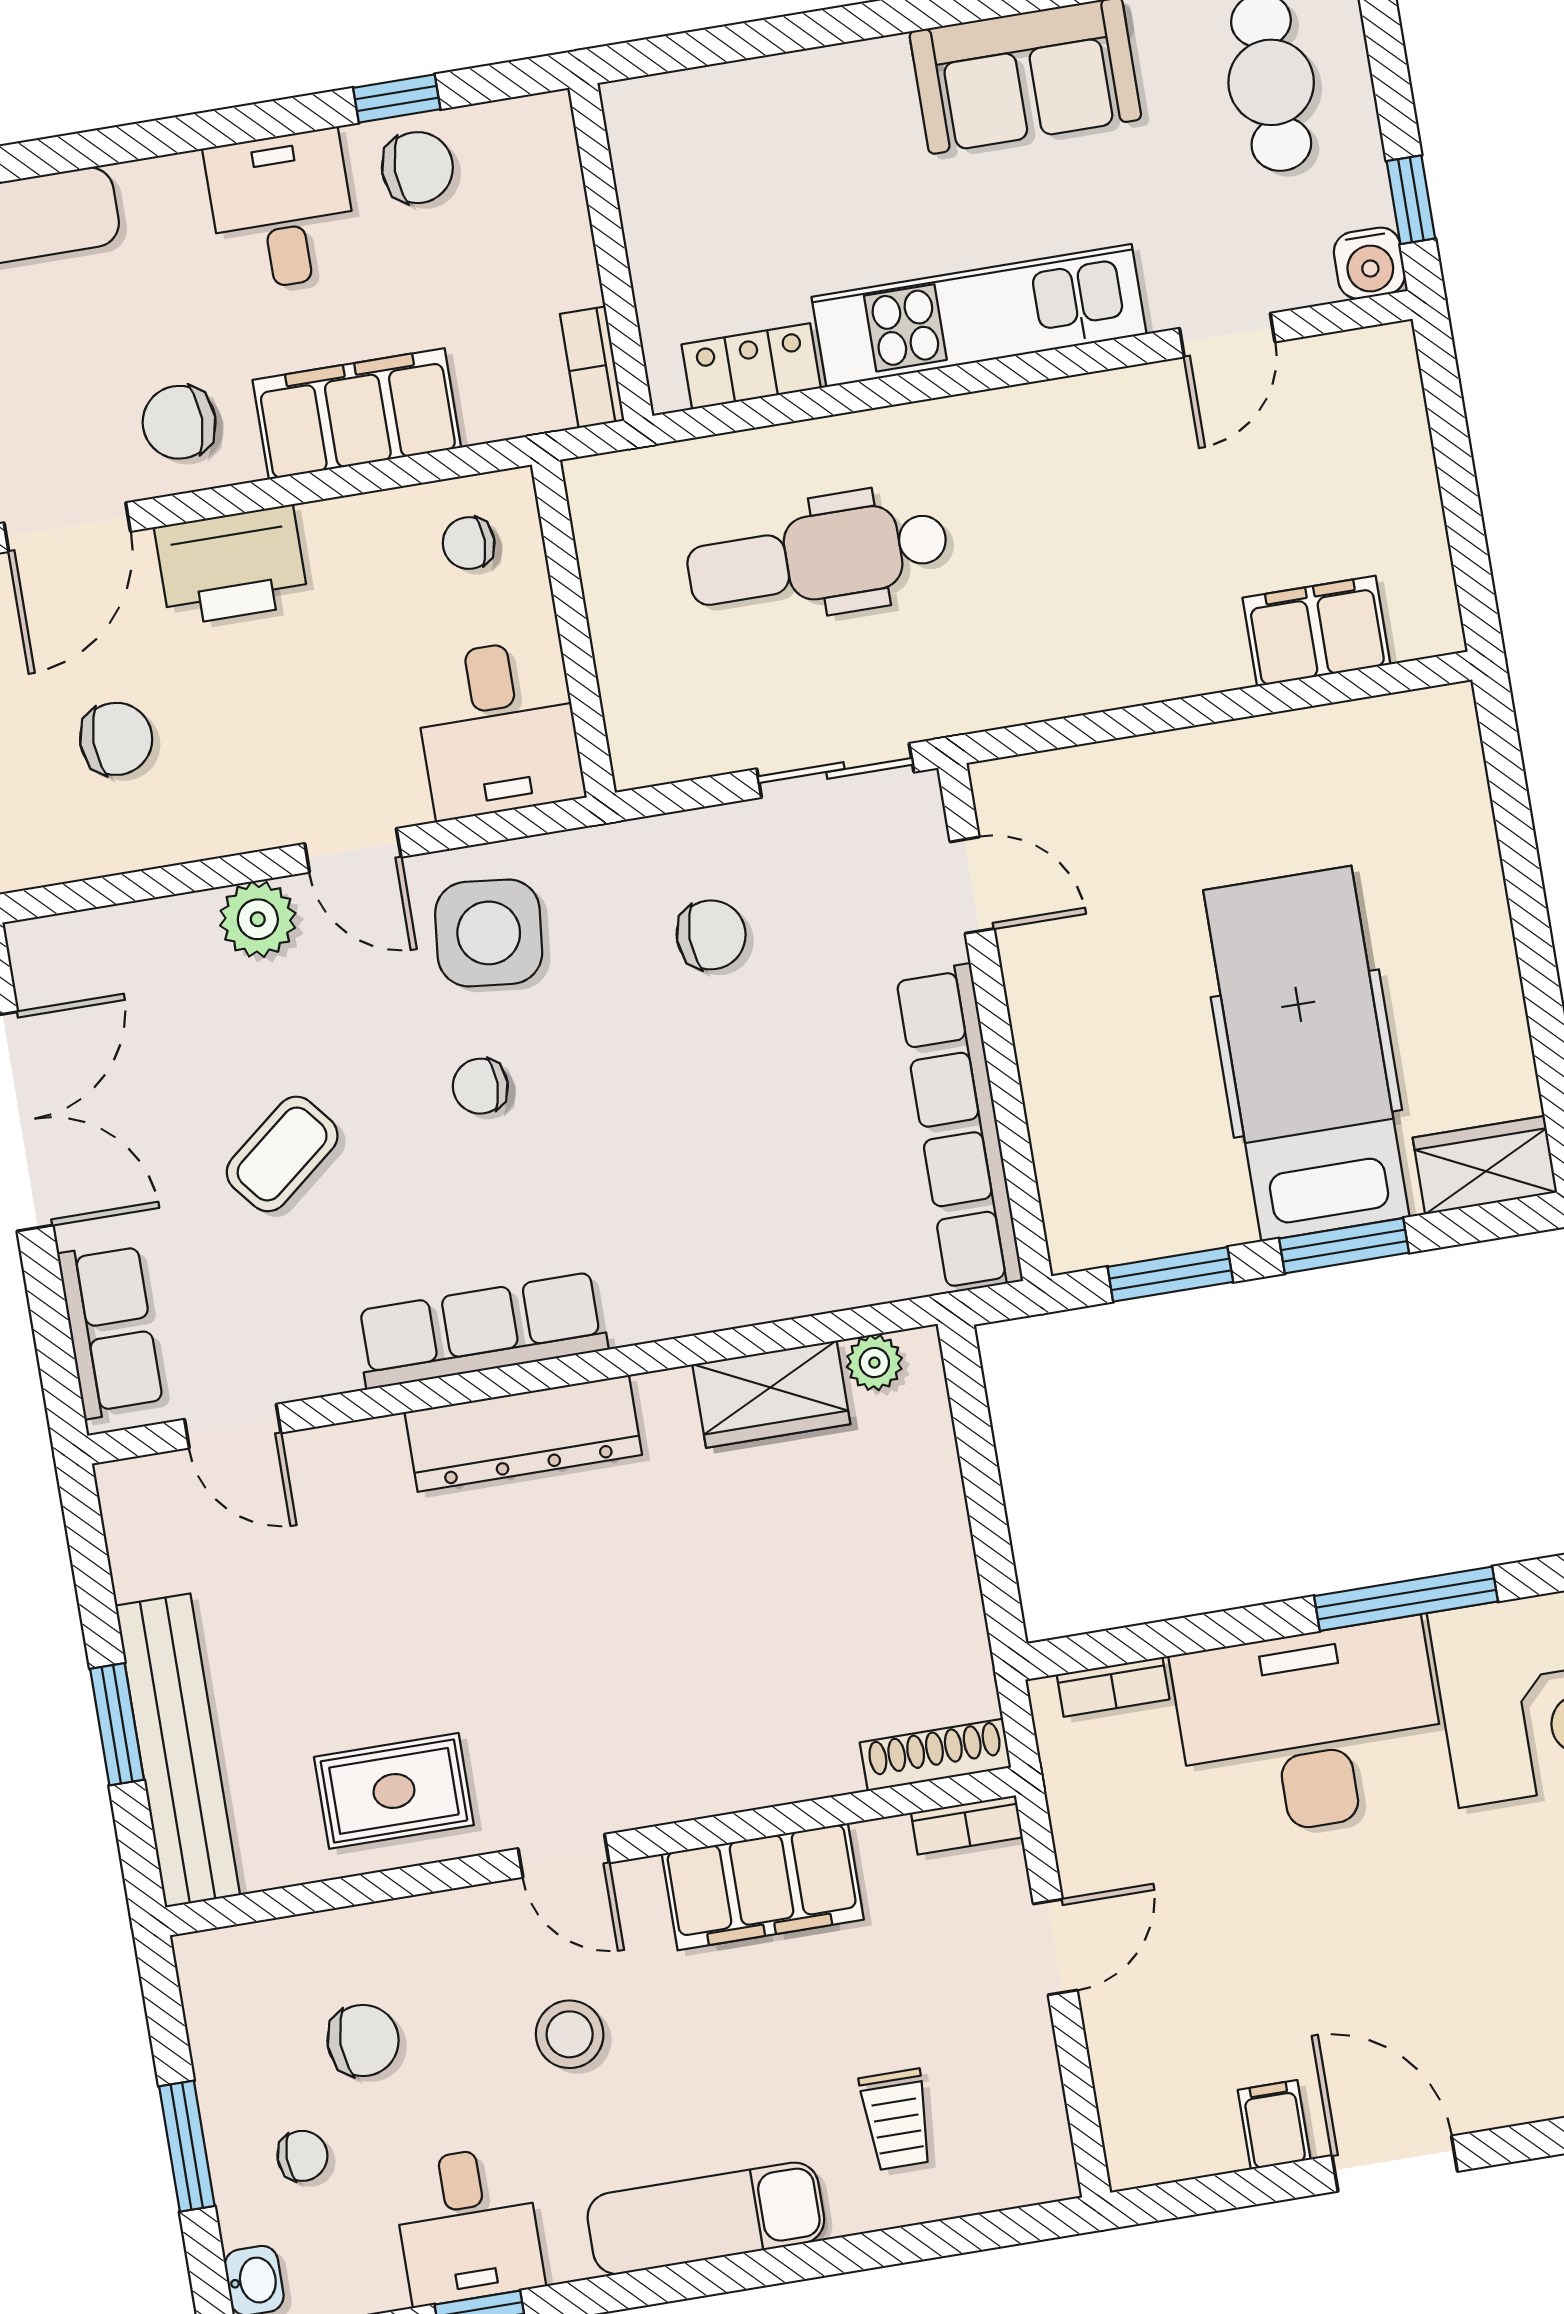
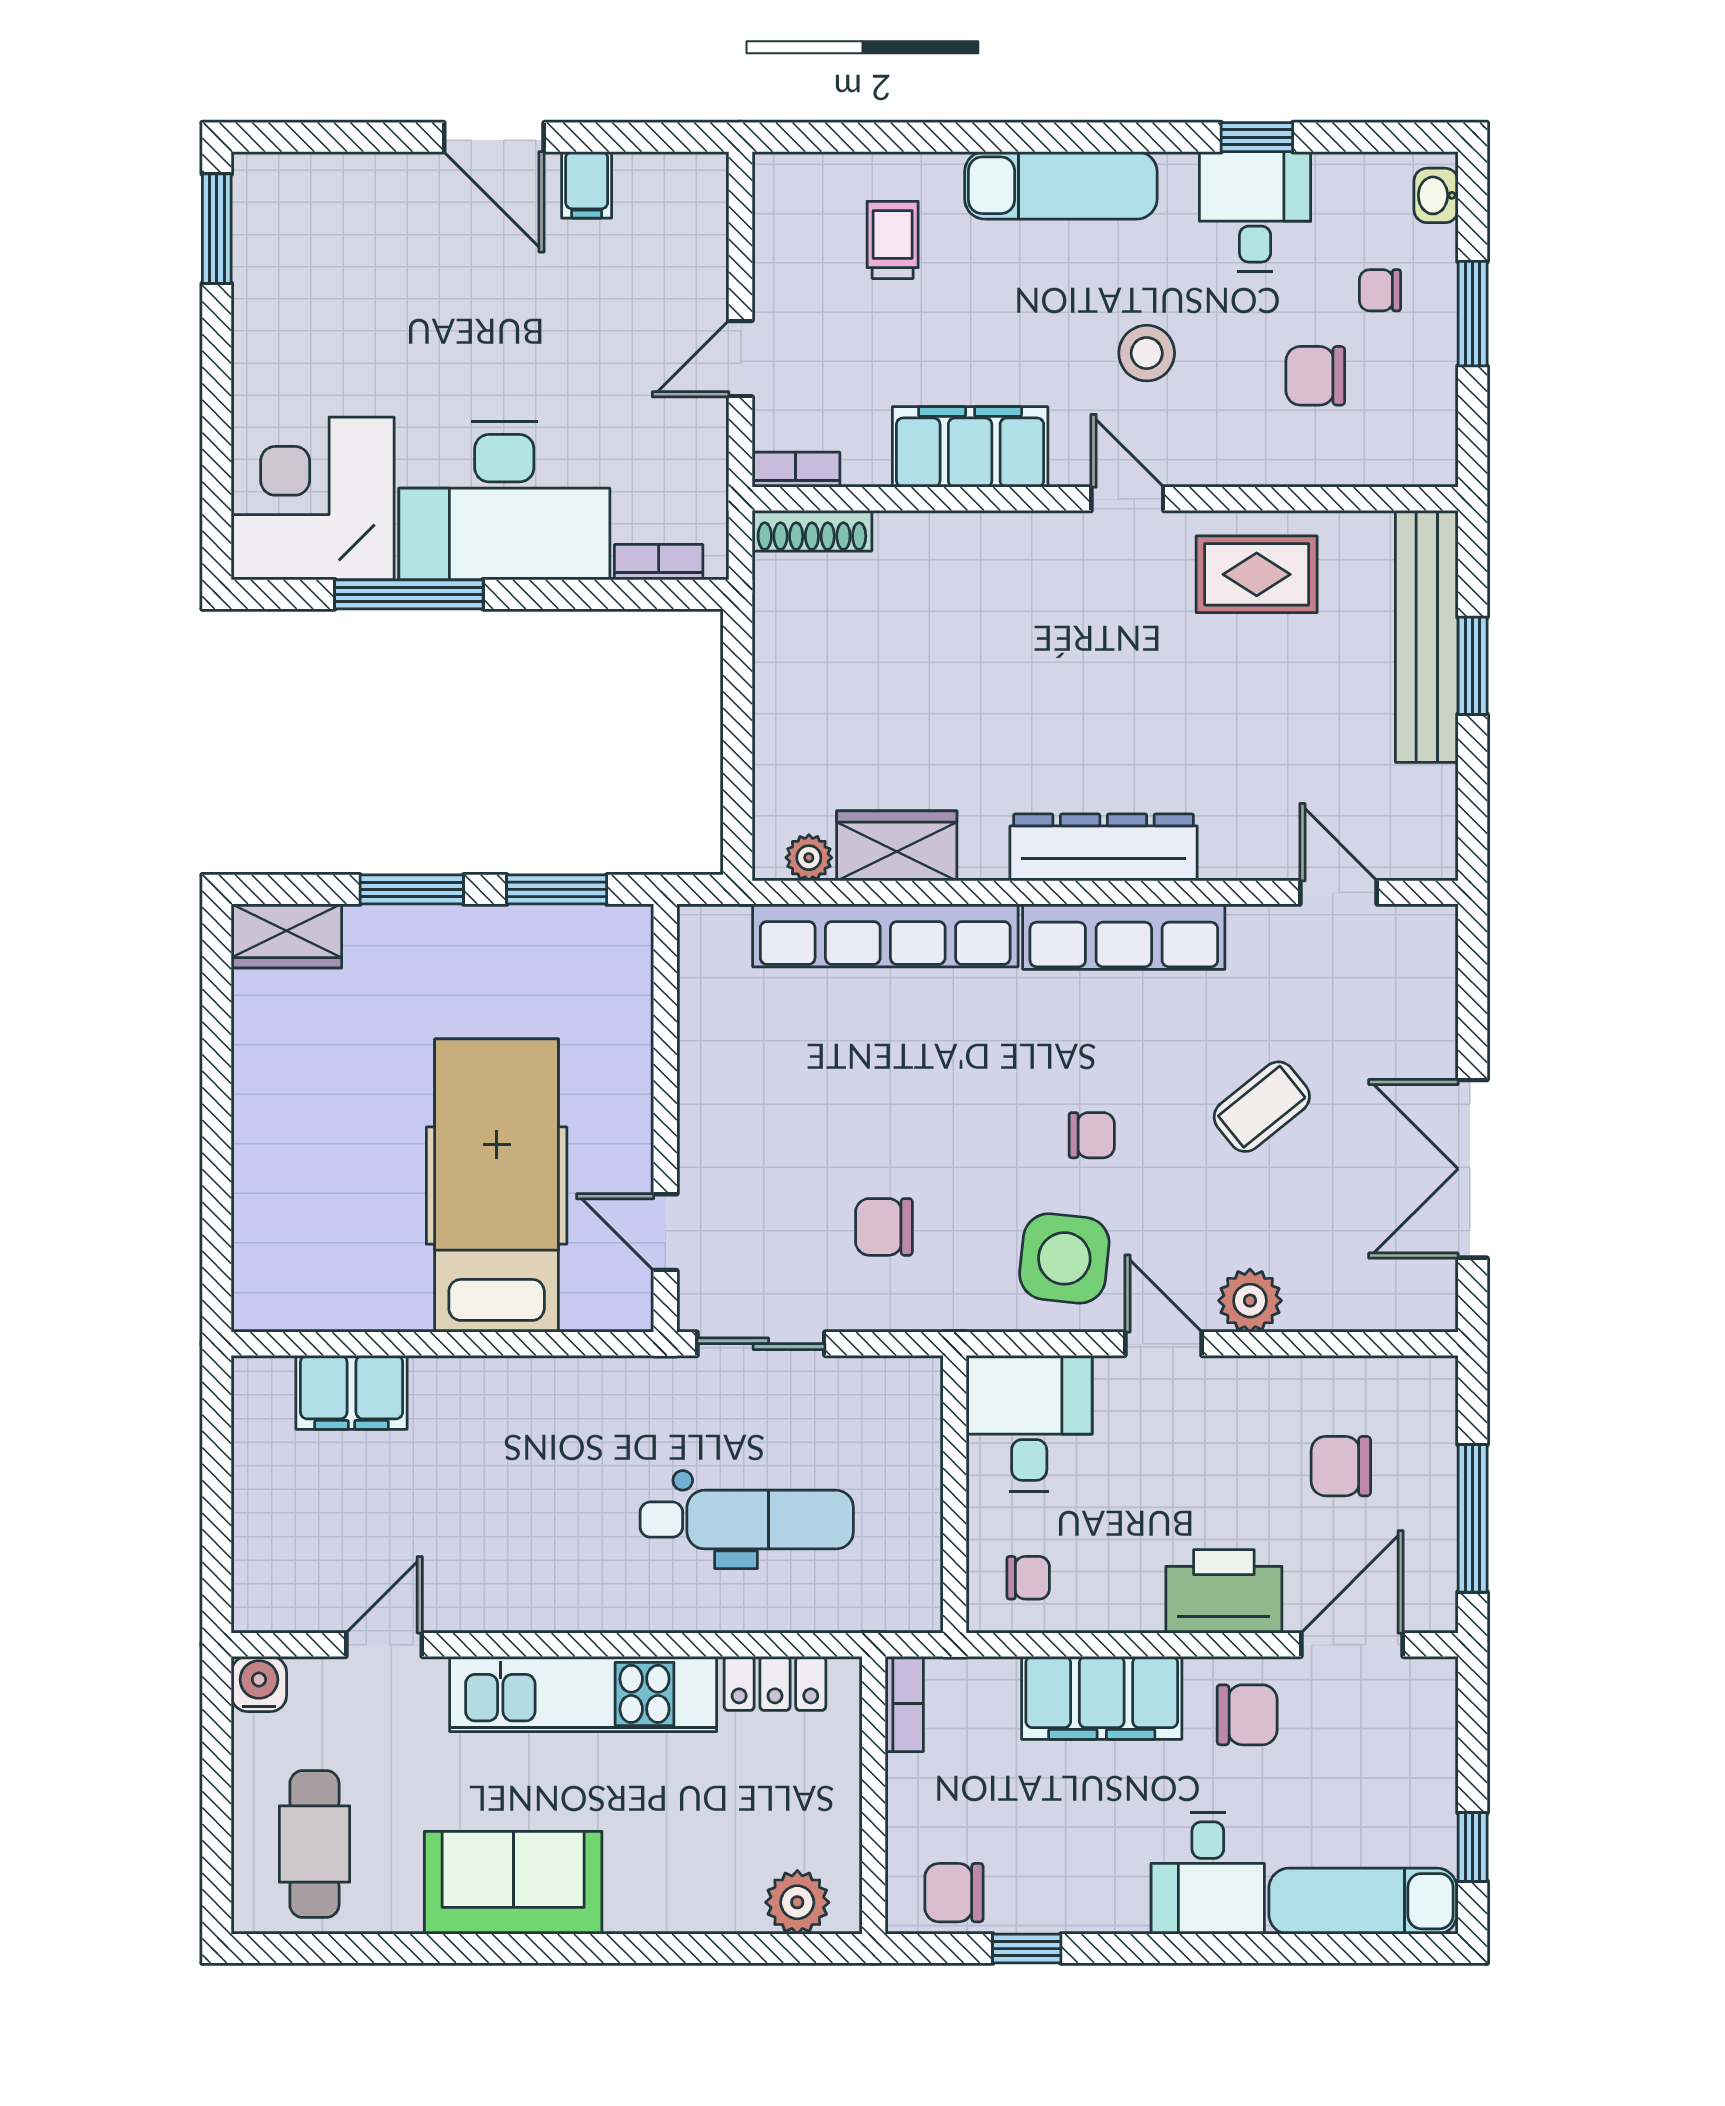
plant: (681, 108) -> (797, 1902), added
chair: (417, 168) -> (954, 1893), moved
window: (1411, 200) -> (217, 1730), removed
desk: (282, 210) -> (1208, 1873), moved
hospital bed: (1306, 1054) -> (497, 1186), moved, turned 180
row of seats: (959, 1128) -> (885, 935), moved, turned 90
row of seats: (110, 1330) -> (1425, 987), removed

